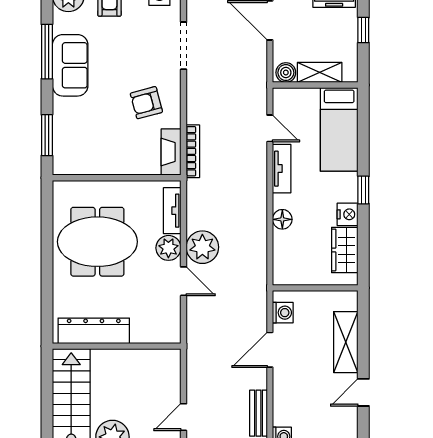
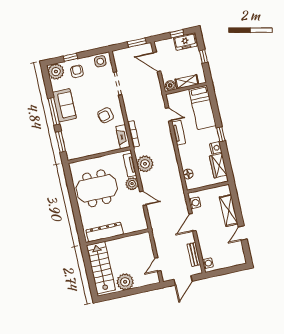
window: (47, 52) -> (54, 111), moved
floor lamp: (282, 219) -> (188, 174), moved
plant: (202, 247) -> (145, 164), moved

